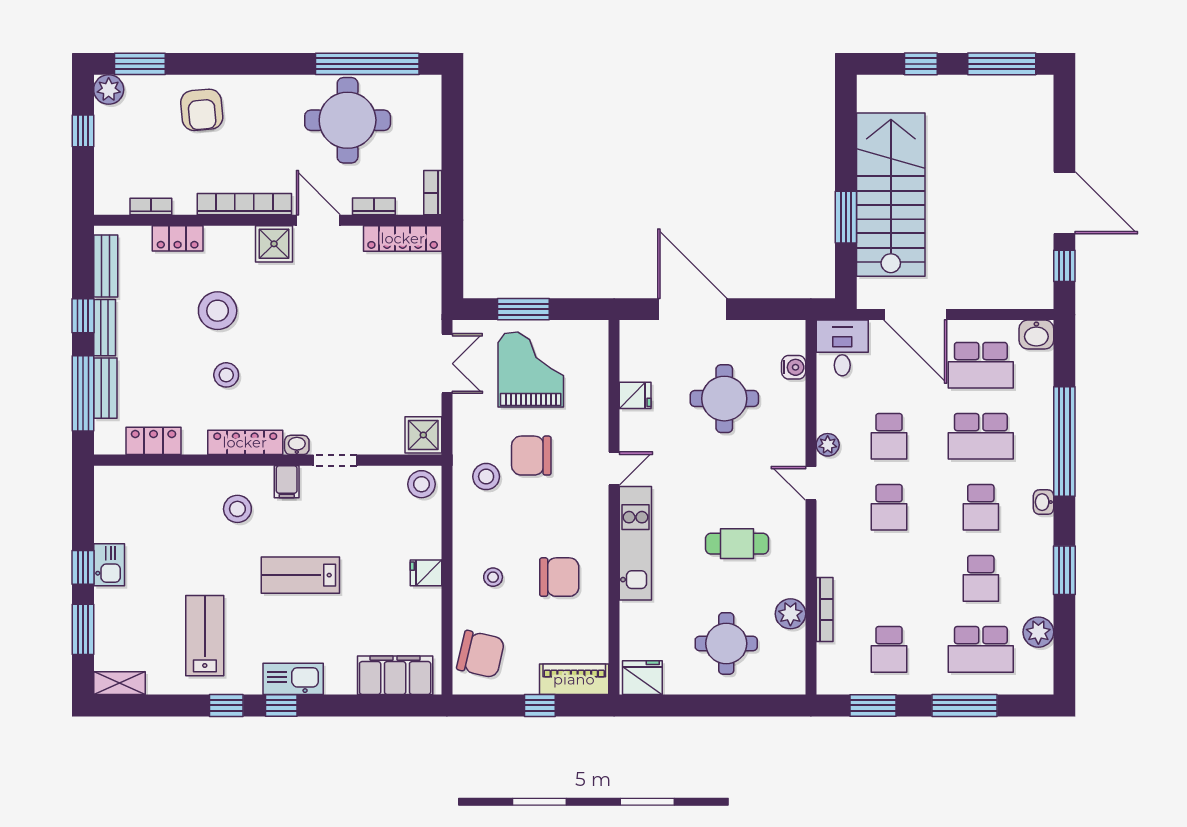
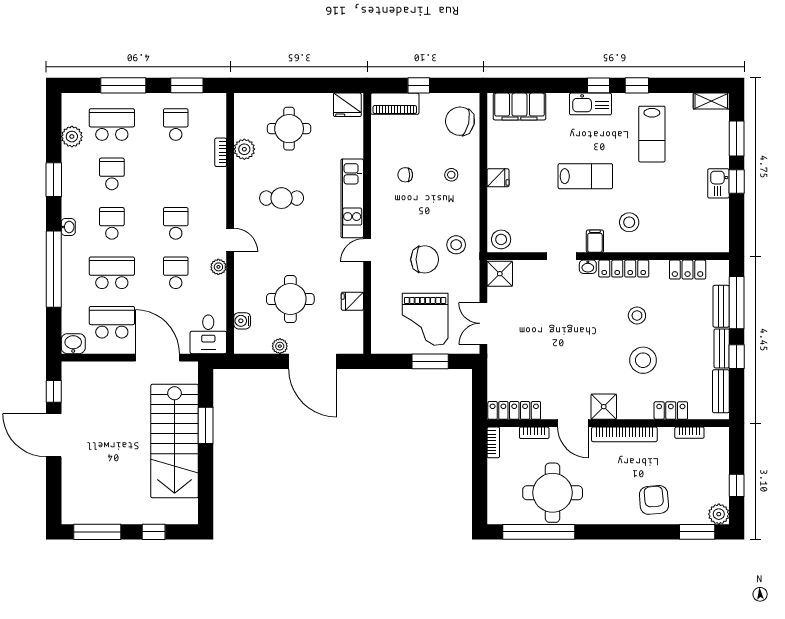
plant: (740, 331) -> (280, 346), added
chair: (559, 577) -> (405, 175), width x0.54, depth x0.54
bookcase: (825, 609) -> (221, 152), width x0.64

